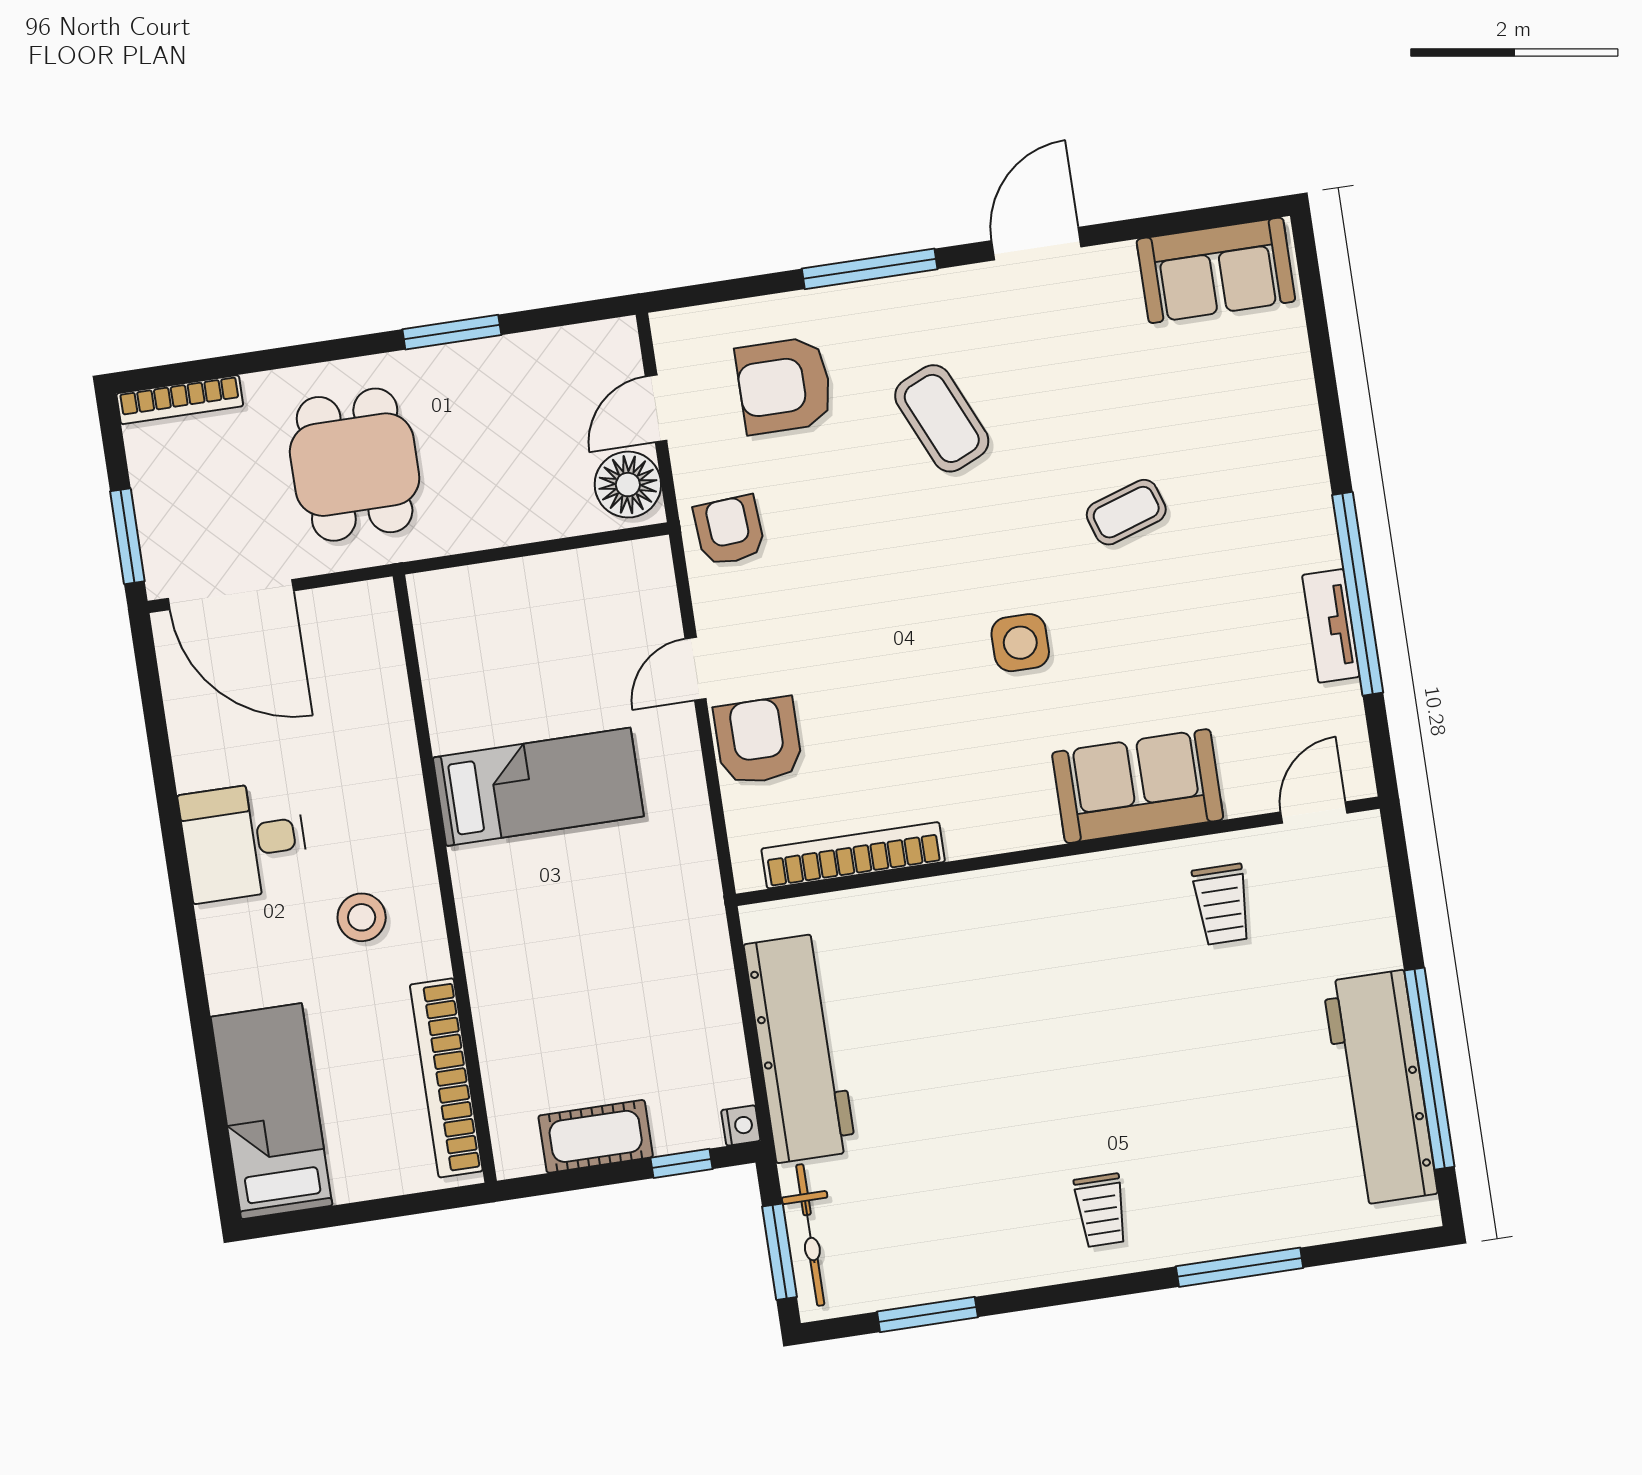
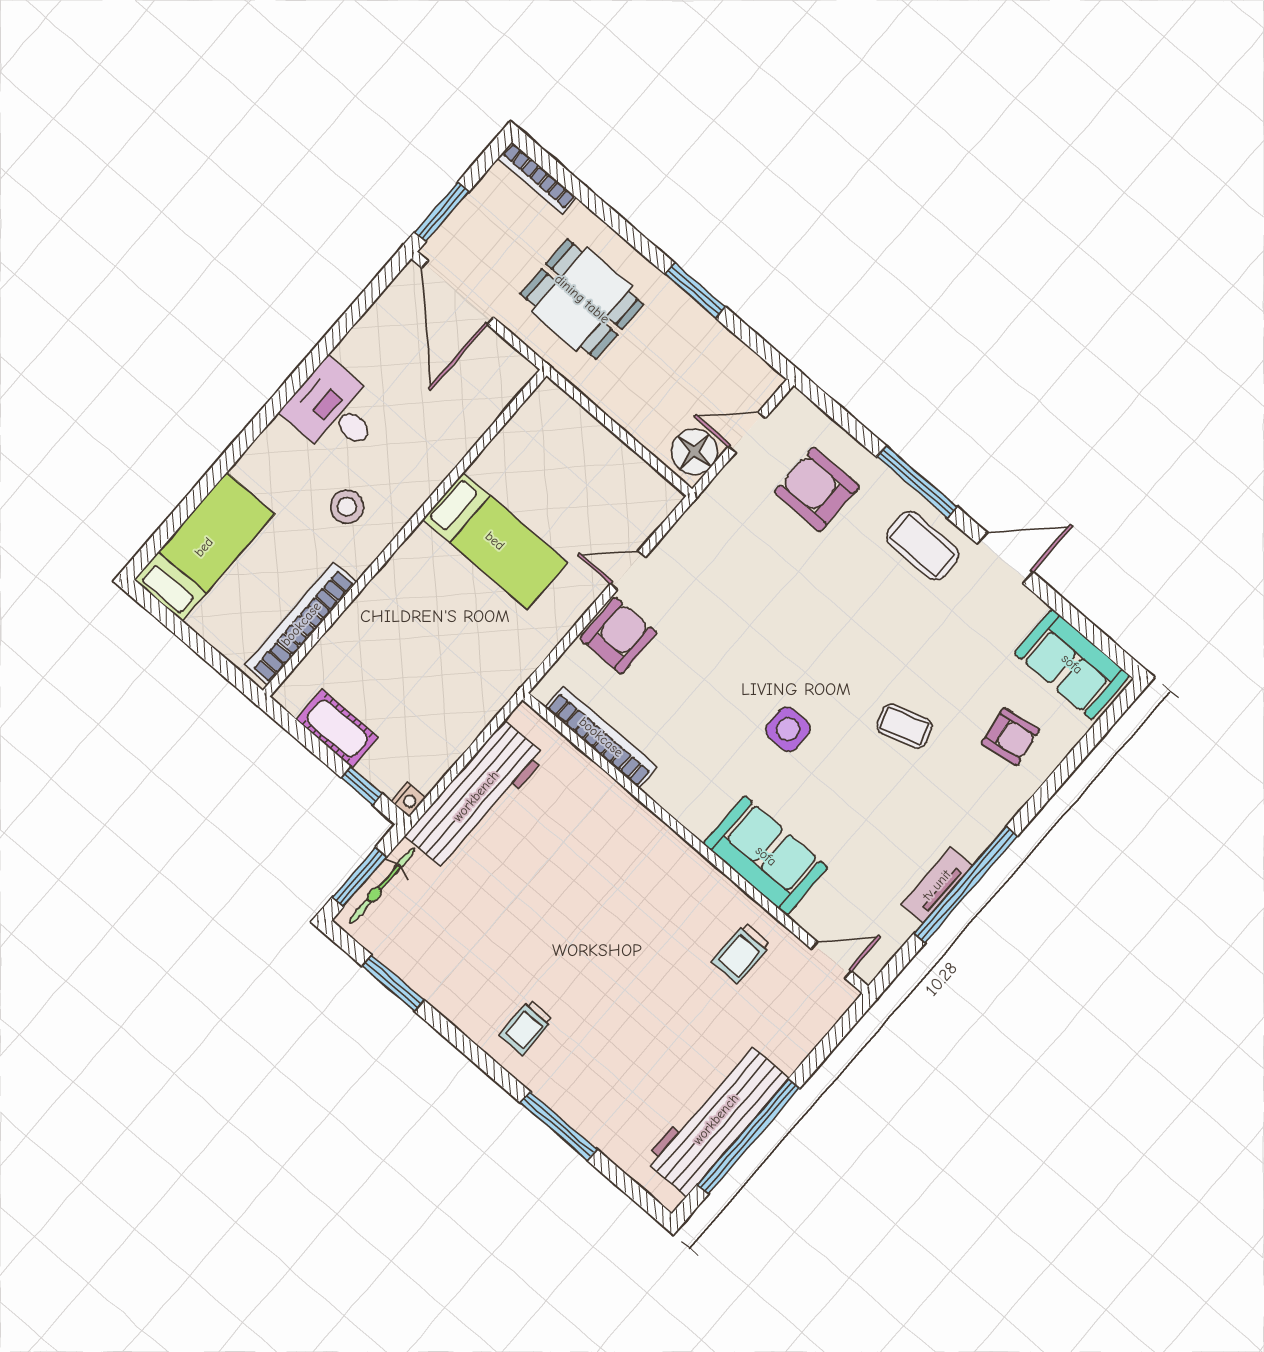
coffee table: (942, 418) -> (922, 546), moved, turned -66
dining table: (355, 465) -> (582, 299), turned 90
armchair: (729, 530) -> (1010, 737), moved, turned 85

